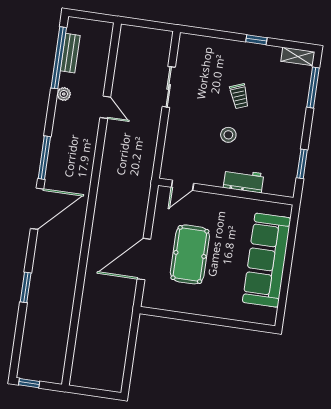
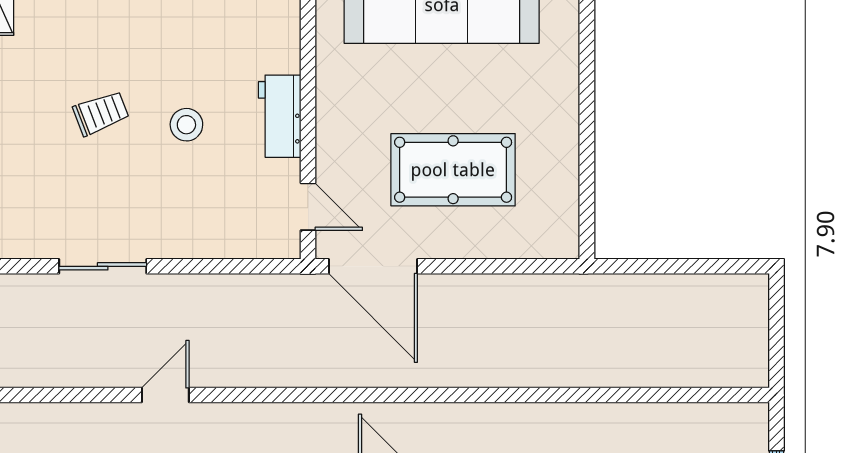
workbench: (243, 181) -> (280, 116), moved
door: (144, 259) -> (373, 266), moved

